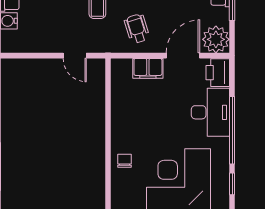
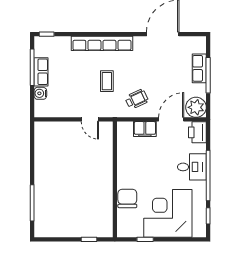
wheelchair: (137, 29) -> (137, 99), turned 82
desk: (210, 112) -> (192, 167), width x0.73
chair: (125, 161) -> (127, 198), width x1.87, depth x1.87

